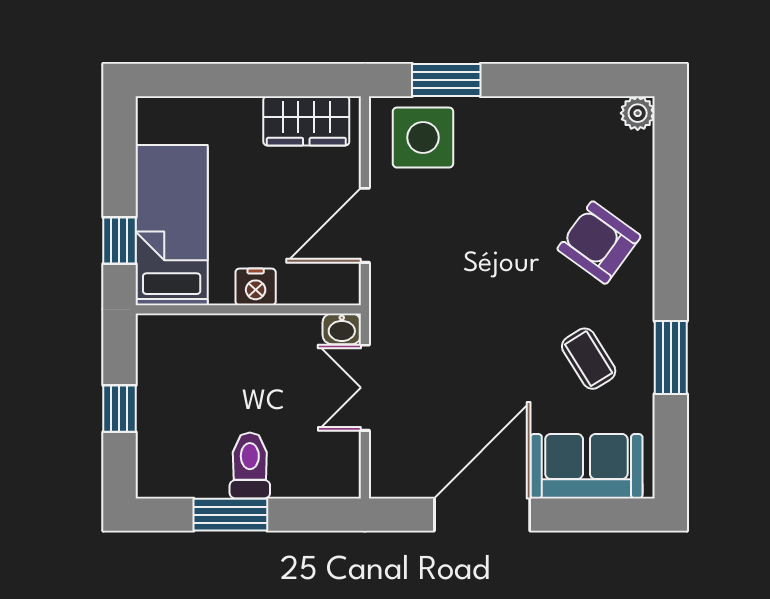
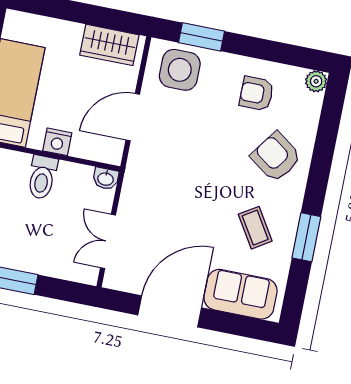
armchair: (549, 151) -> (256, 94), added
double door: (365, 388) -> (108, 241), moved
toilet: (250, 465) -> (42, 177), moved, turned 180

